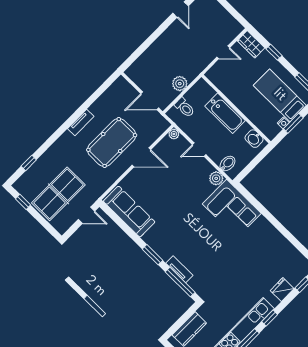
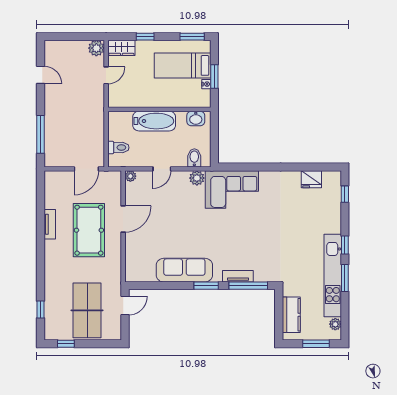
window: (142, 48) -> (40, 134), added
plant: (180, 84) -> (96, 48), moved
tv unit: (81, 123) -> (50, 224), moved
sofa: (129, 212) -> (184, 270), moved
fridge: (282, 290) -> (311, 179), moved, turned -90

